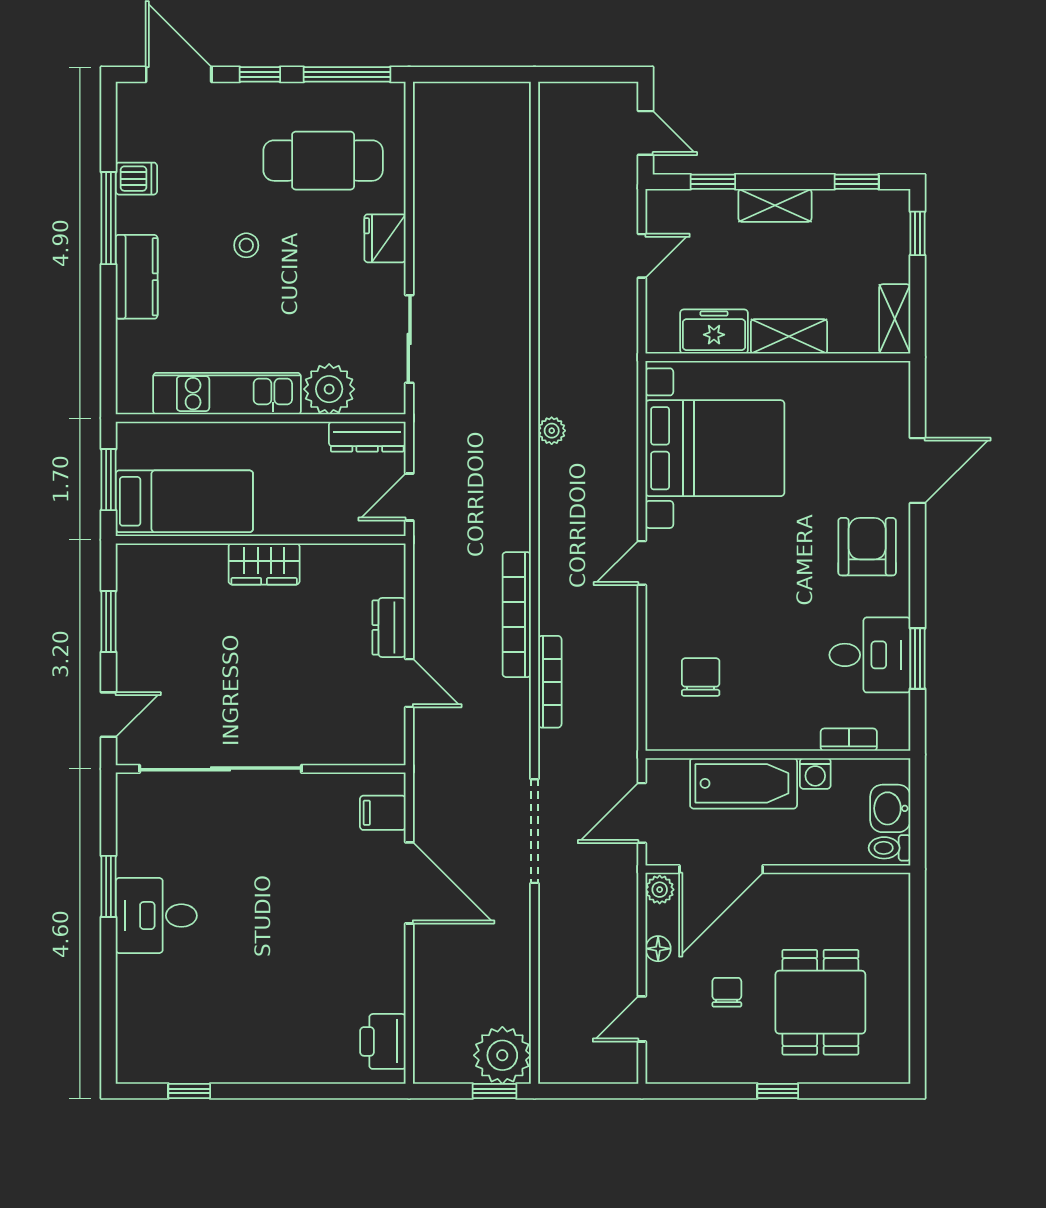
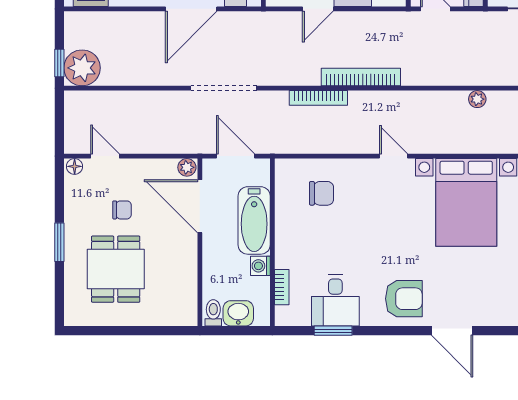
floor lamp: (658, 949) -> (75, 166), moved
dining table: (820, 1002) -> (116, 269), turned 90
window: (778, 1091) -> (59, 242), width x1.50

